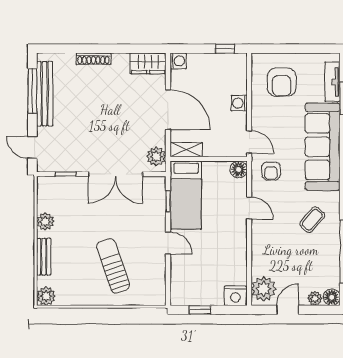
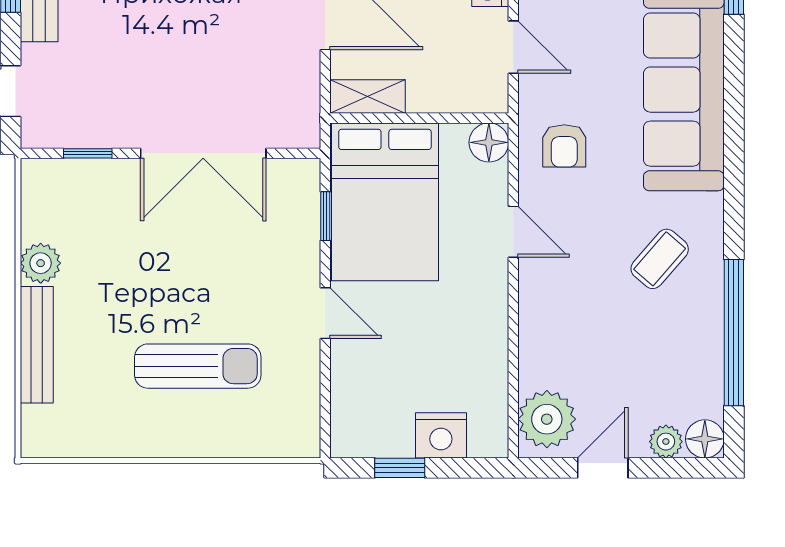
door: (249, 142) -> (513, 47), moved
plant: (156, 156) -> (298, 112), removed
bed: (186, 195) -> (385, 202), width x1.50
bench: (44, 257) -> (37, 345), width x1.36
sun lounger: (113, 266) -> (198, 366), turned 109
plant: (46, 296) -> (42, 436), removed
nightstand: (235, 296) -> (441, 435), moved

